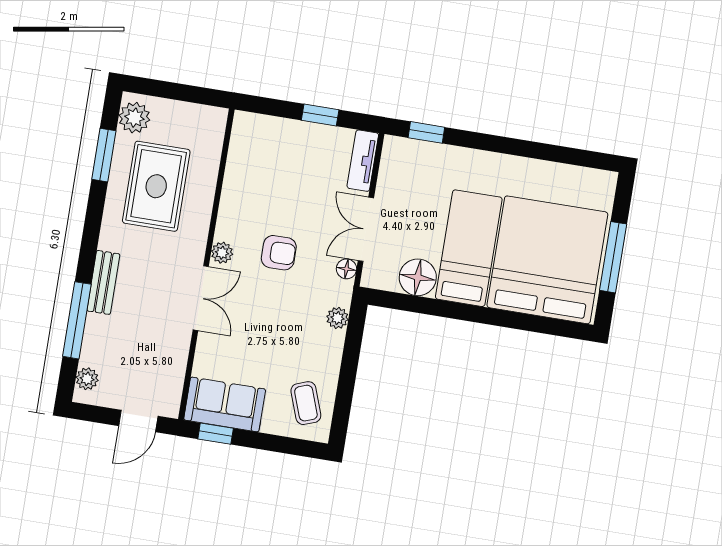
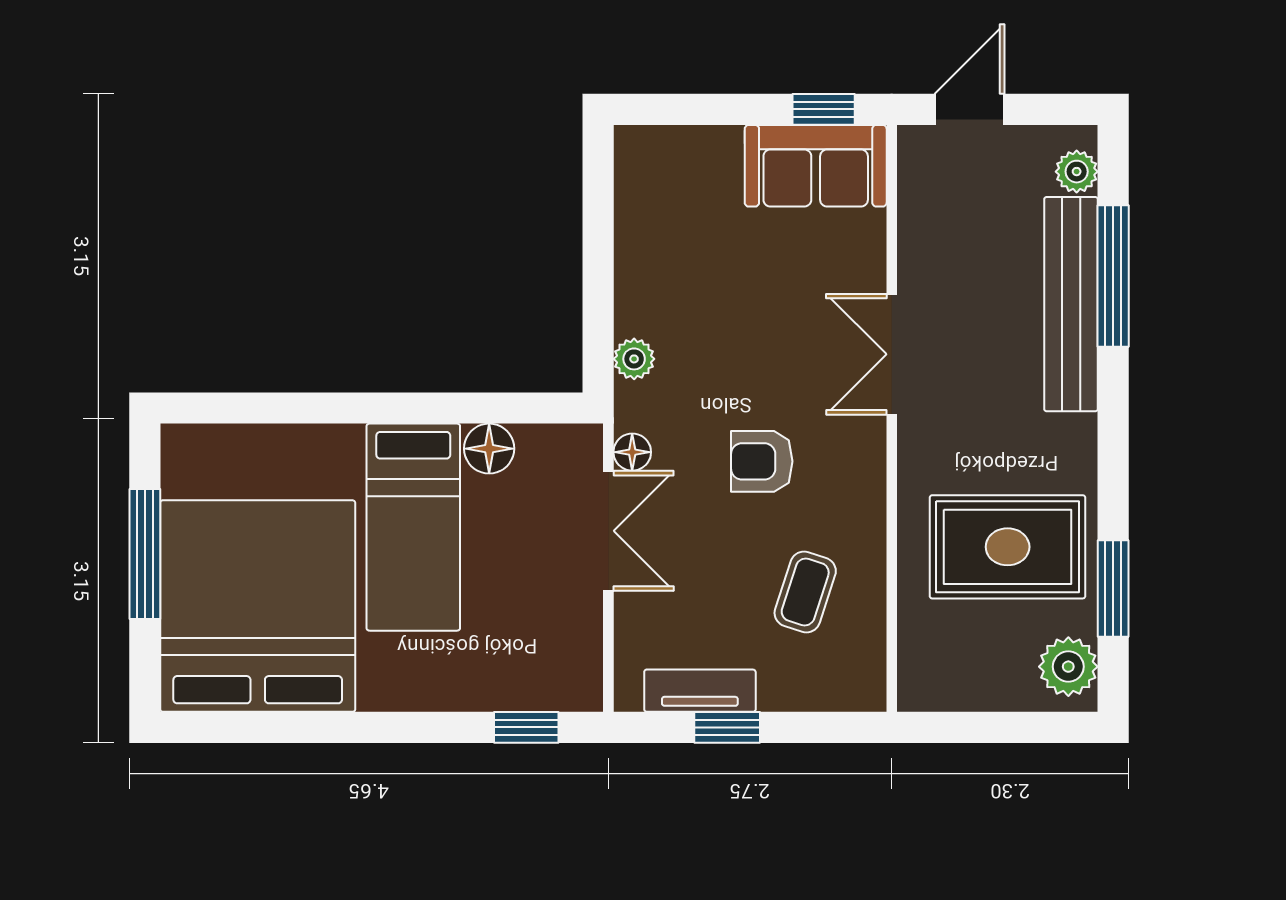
tv unit: (363, 161) -> (700, 691), moved, turned -90
rug: (156, 186) -> (1008, 547), turned 90
plant: (222, 253) -> (866, 444), removed
bed: (547, 260) -> (258, 606), moved, turned 180
floor lamp: (418, 277) -> (489, 449), width x0.73, depth x0.73
bench: (103, 282) -> (1071, 304), width x1.86, depth x1.21
coffee table: (306, 403) -> (805, 592), moved, turned 38

